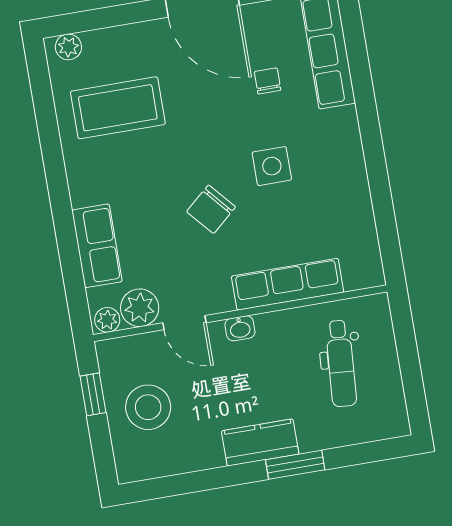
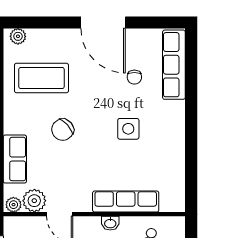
chair: (268, 81) -> (134, 77), turned 180
chair: (211, 209) -> (63, 130), moved
washbasin: (240, 328) -> (110, 223), moved

